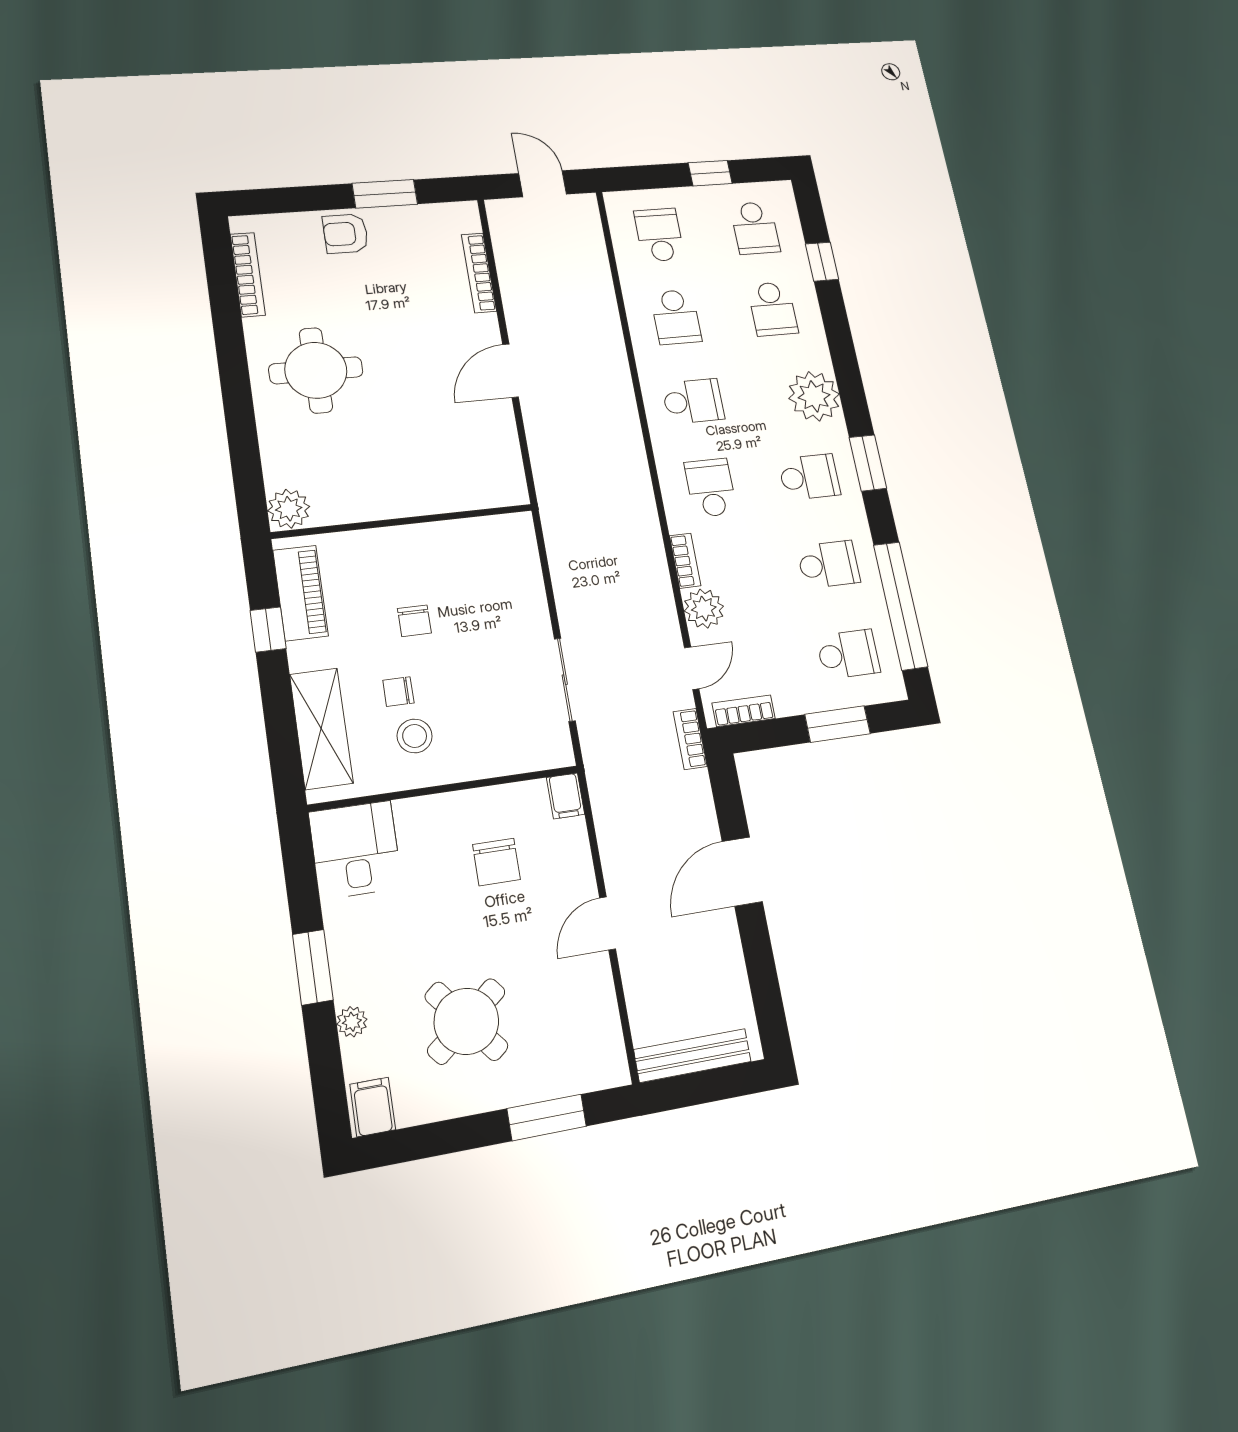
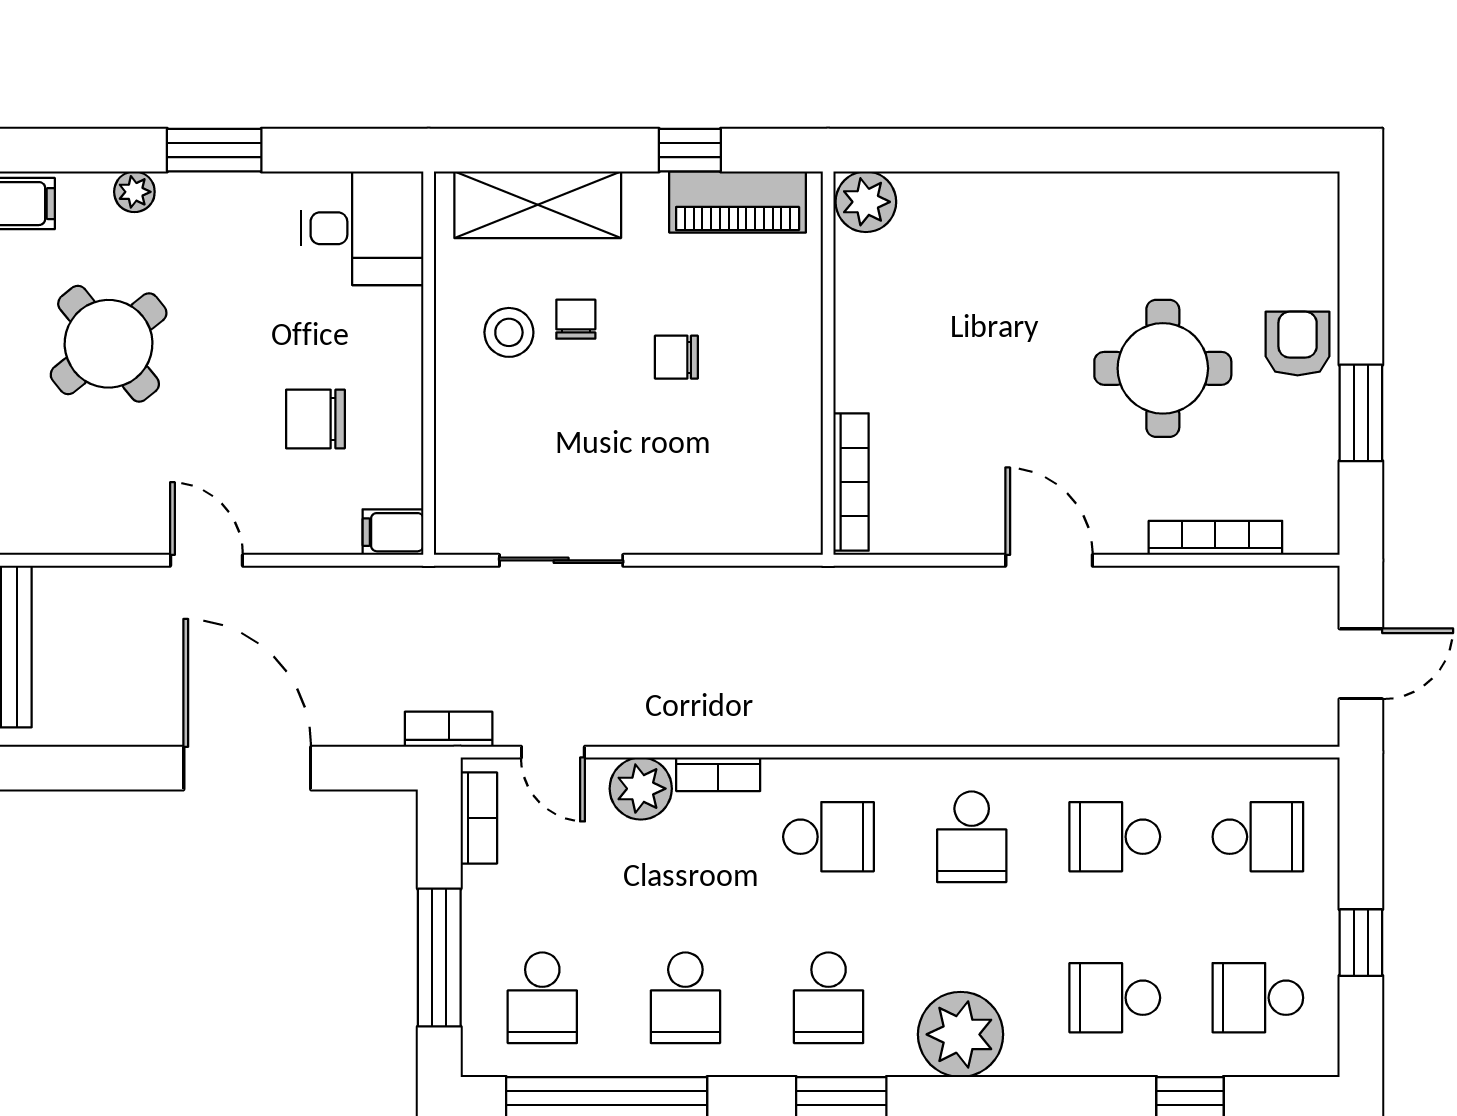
bookcase: (248, 275) -> (851, 482), moved, turned -90
round table: (316, 370) -> (1163, 368), moved
window: (837, 724) -> (439, 958), width x1.44
door: (742, 872) -> (247, 768), width x1.36

